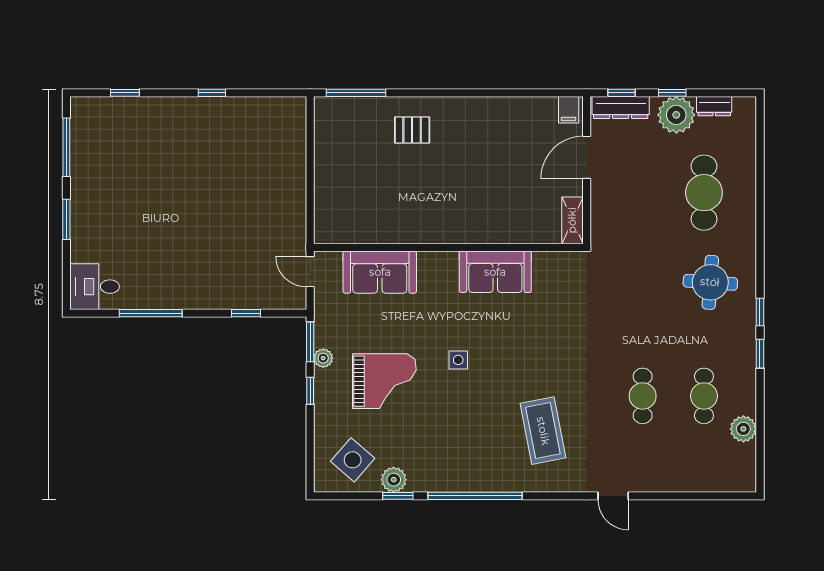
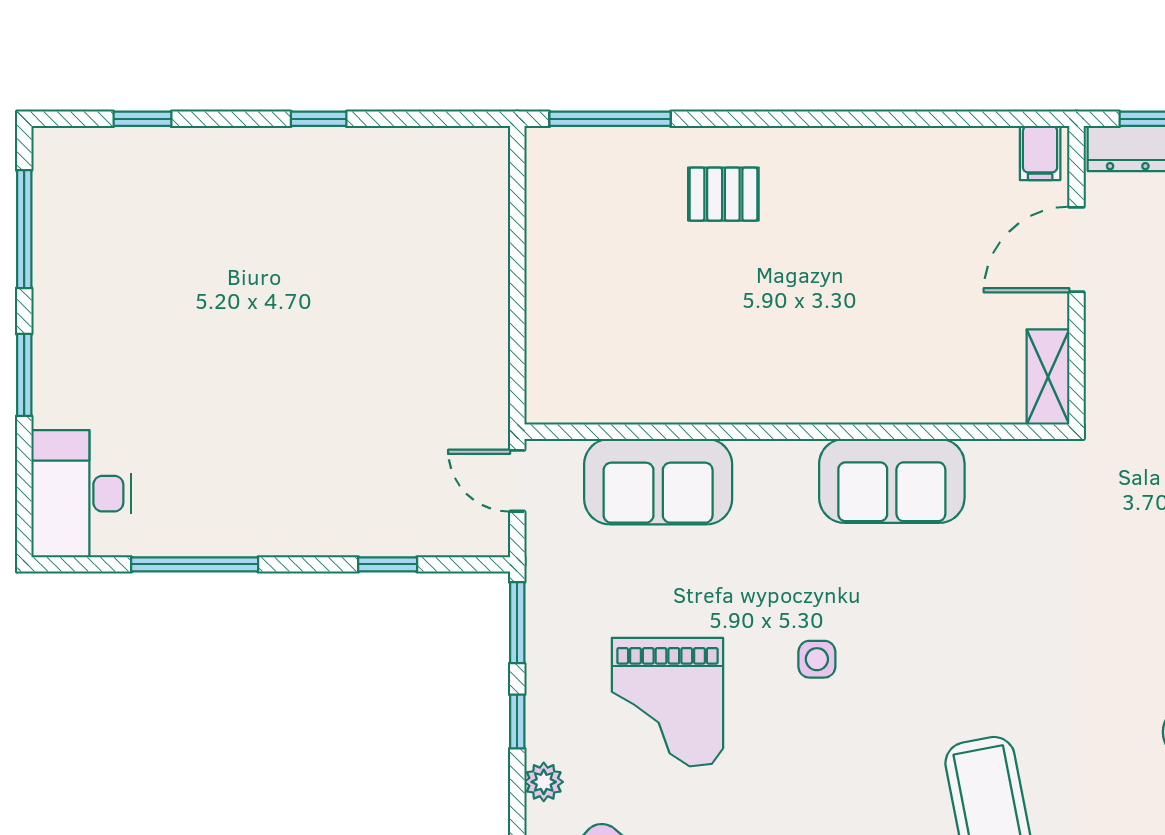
desk: (95, 287) -> (81, 494), width x1.37
plant: (323, 358) -> (544, 782), moved
grand piano: (384, 381) -> (667, 702), turned 90

